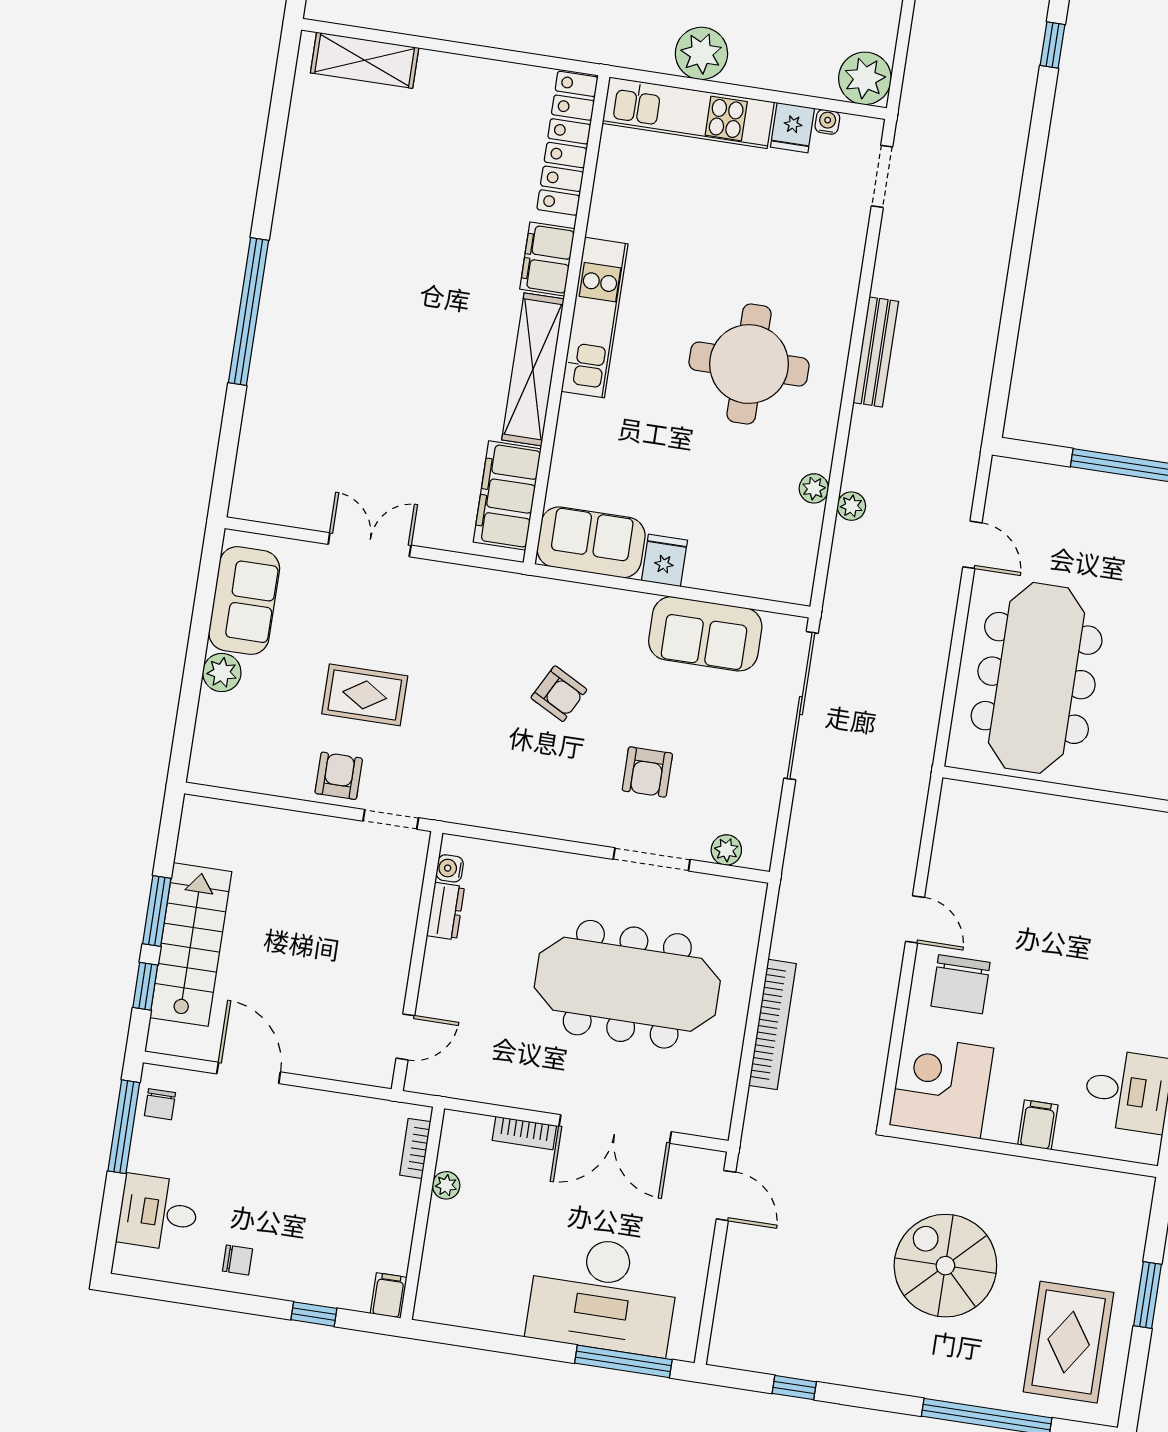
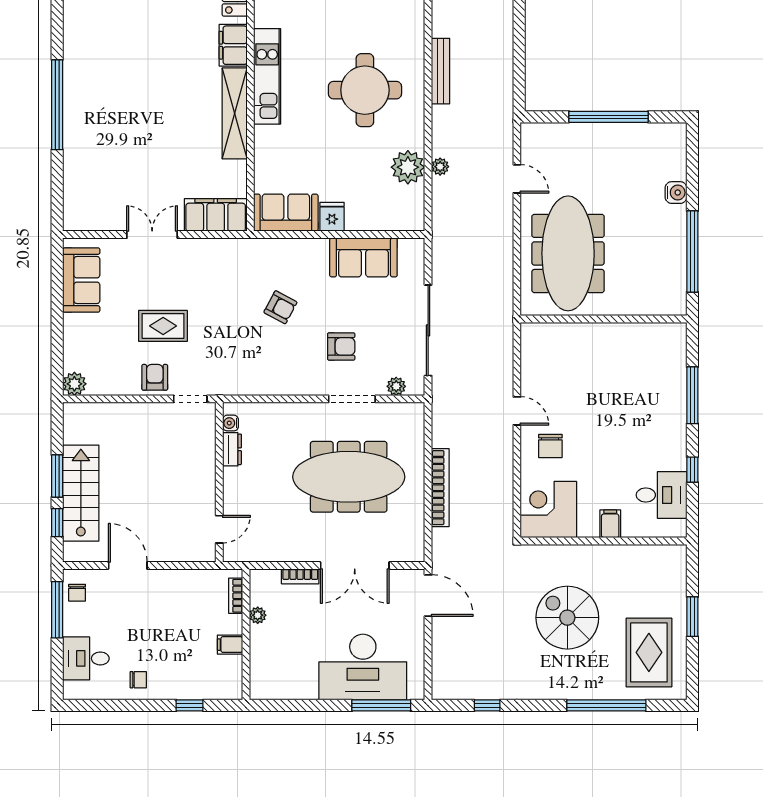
plant: (814, 488) -> (408, 167), width x1.87, depth x1.87
filing cabinet: (507, 495) -> (216, 215), moved, turned 90
plant: (222, 673) -> (74, 384), moved
sliding door: (801, 706) -> (428, 330), moved
armchair: (647, 772) -> (341, 346), turned -90
chair: (960, 984) -> (550, 446), width x0.73, depth x0.73
door: (726, 1196) -> (428, 596), width x1.38
filing cabinet: (389, 1295) -> (230, 645), moved, turned -90

